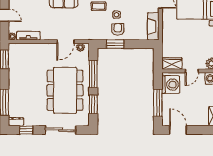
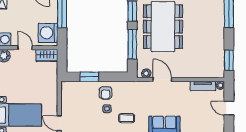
fireplace: (153, 26) -> (67, 96), removed
door: (66, 42) -> (162, 80), hinge flipped
window: (115, 44) -> (89, 77), moved
door: (192, 71) -> (25, 48), hinge flipped

